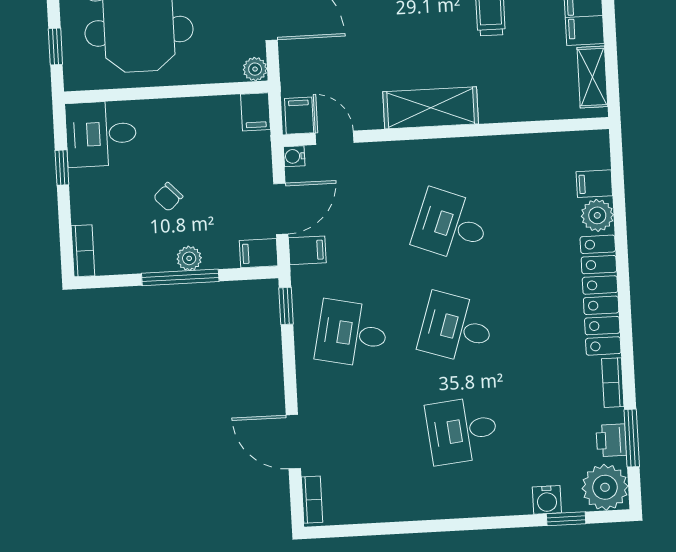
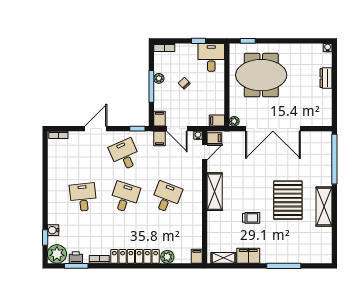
filing cabinet: (594, 184) -> (197, 256), moved
plant: (189, 258) -> (159, 78), moved
desk: (352, 334) -> (125, 155), turned -36
door: (293, 442) -> (96, 129), moved

